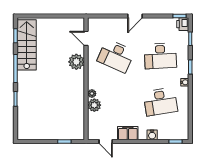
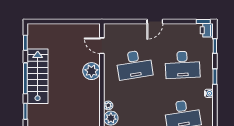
stairs: (27, 45) -> (38, 76), moved
desk: (116, 56) -> (134, 65), turned -33

